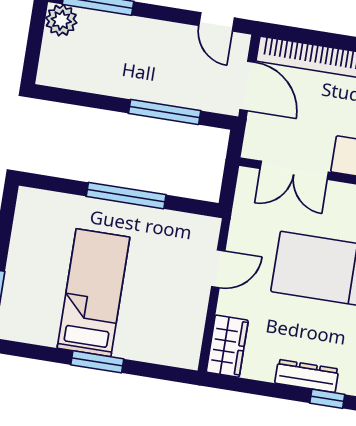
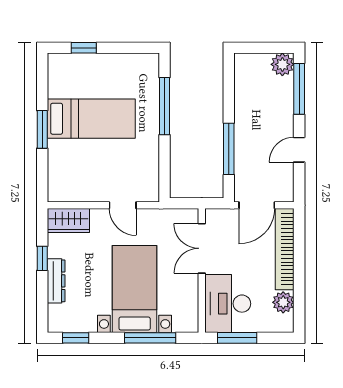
door: (217, 22) -> (299, 150), moved
window: (126, 196) -> (164, 106), moved
window: (327, 399) -> (42, 258), moved

